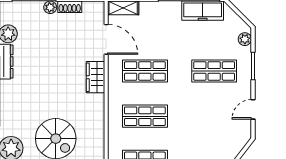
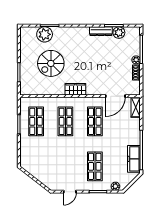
wardrobe: (95, 77) -> (75, 89), moved
door: (253, 109) -> (70, 192), swing flipped

